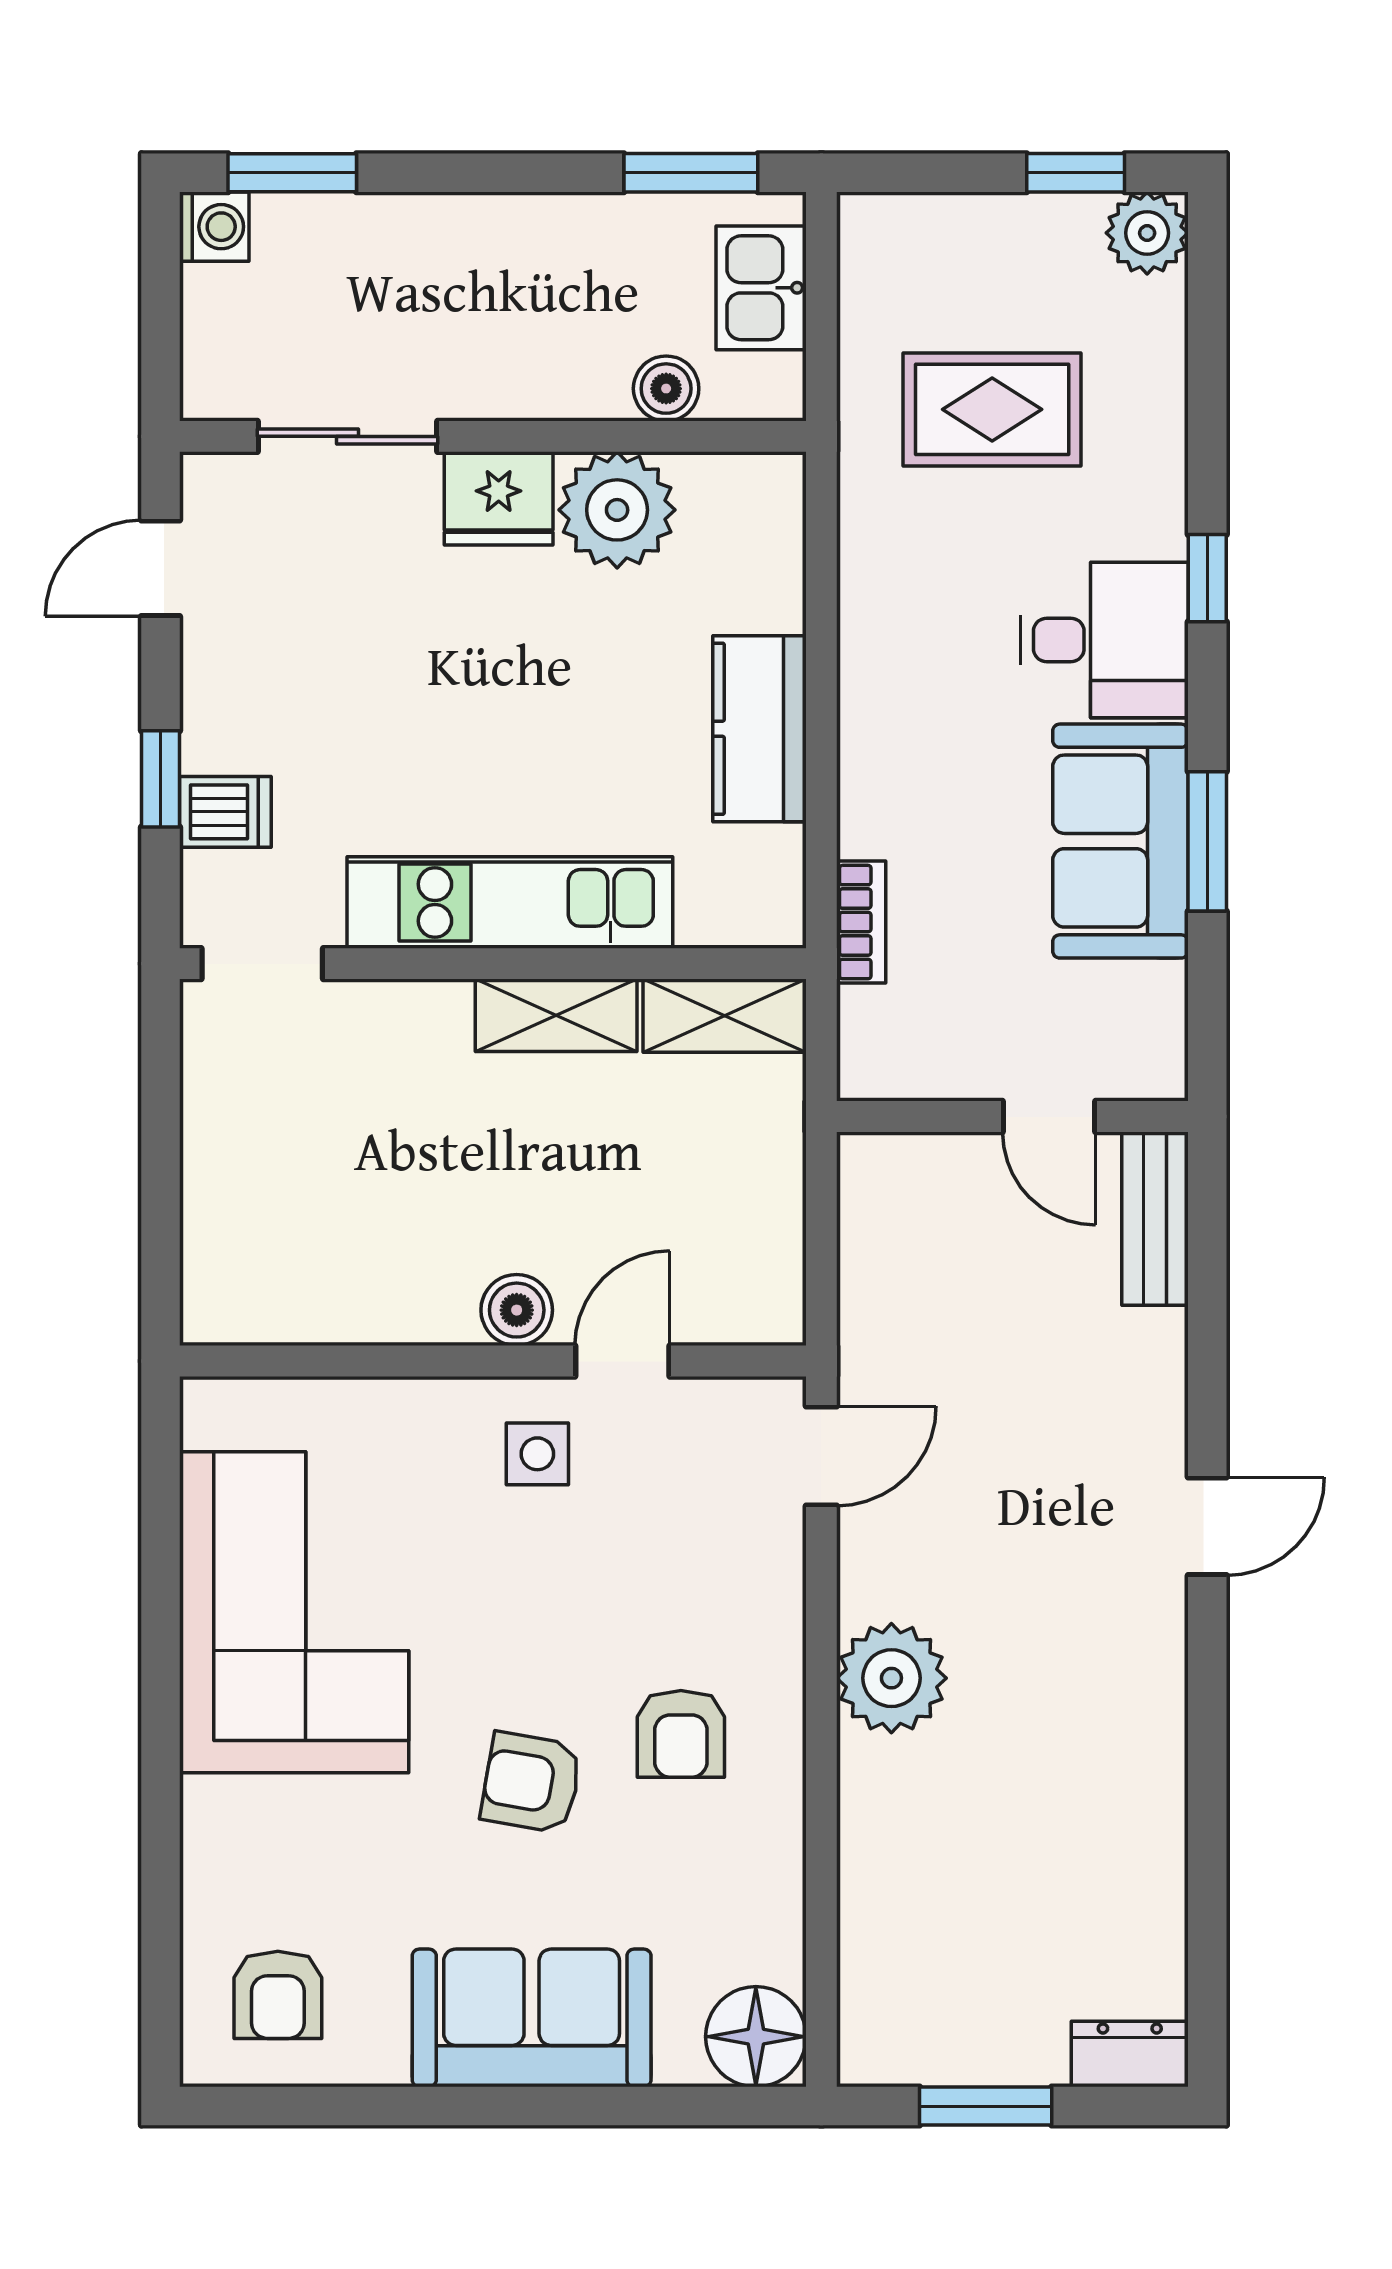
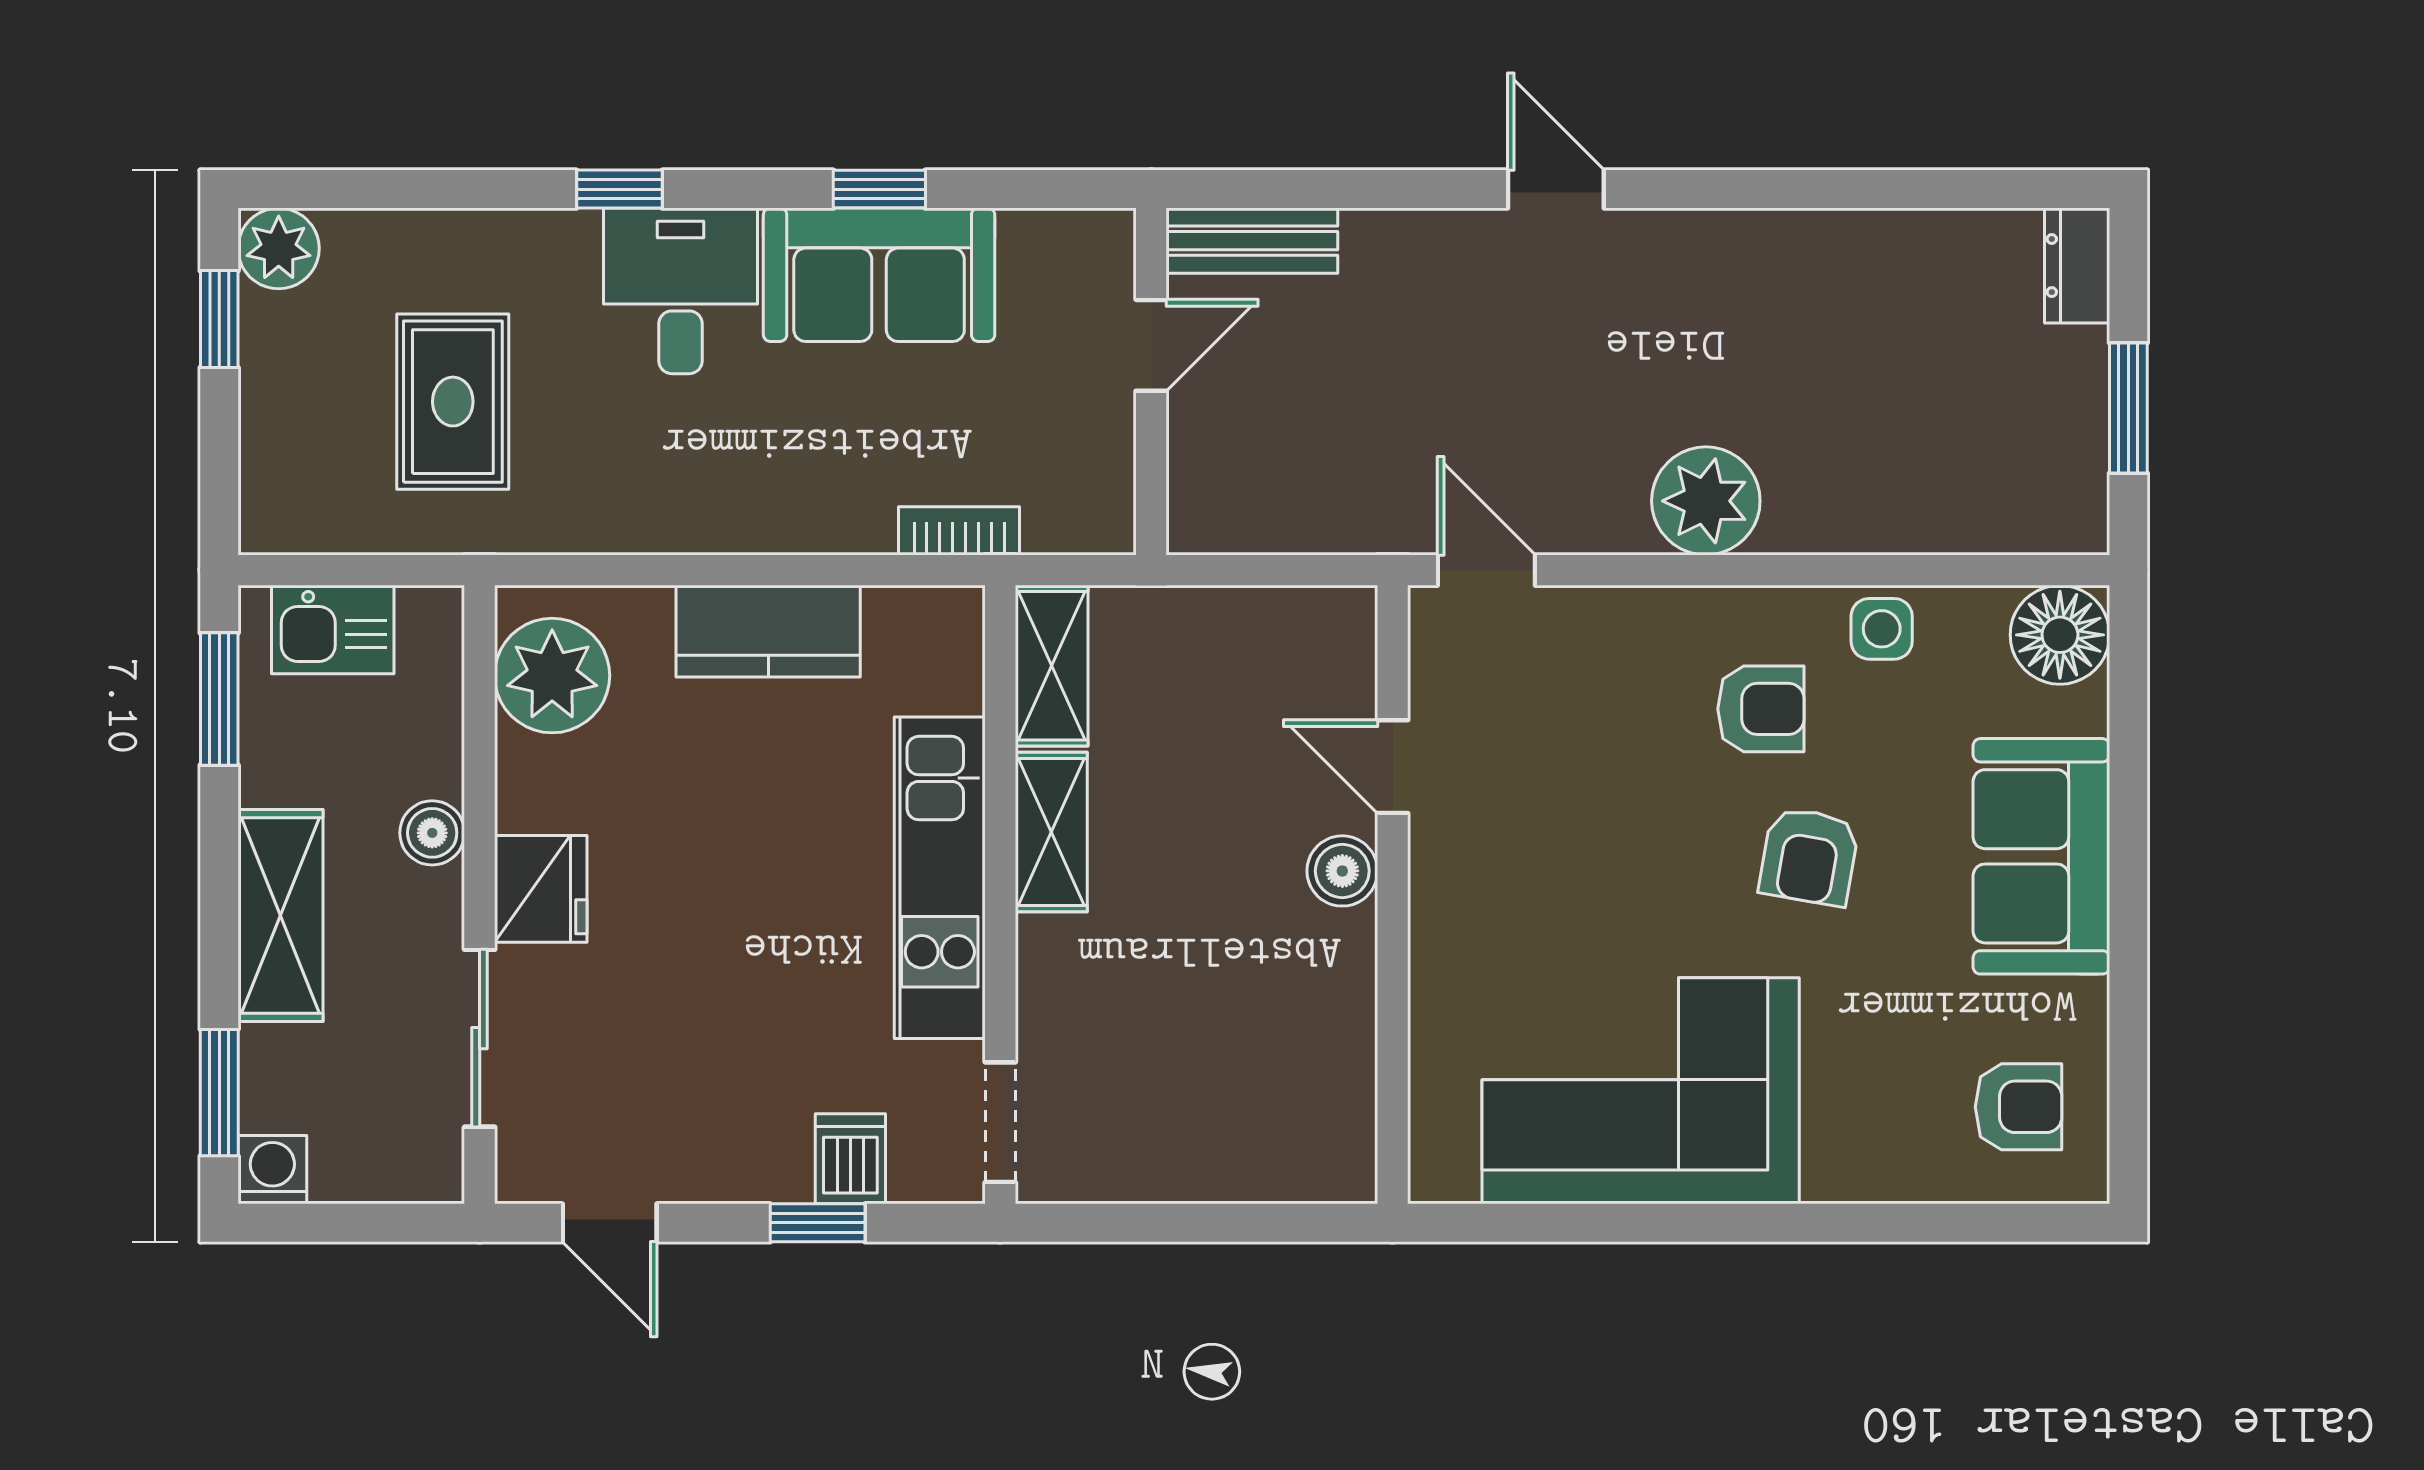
shelving: (472, 235) -> (280, 916), added
boiler: (666, 389) -> (432, 833), moved
plant: (617, 510) -> (552, 676), moved
window: (1207, 841) -> (879, 189), width x0.67
side table: (537, 1454) -> (1882, 629), moved

